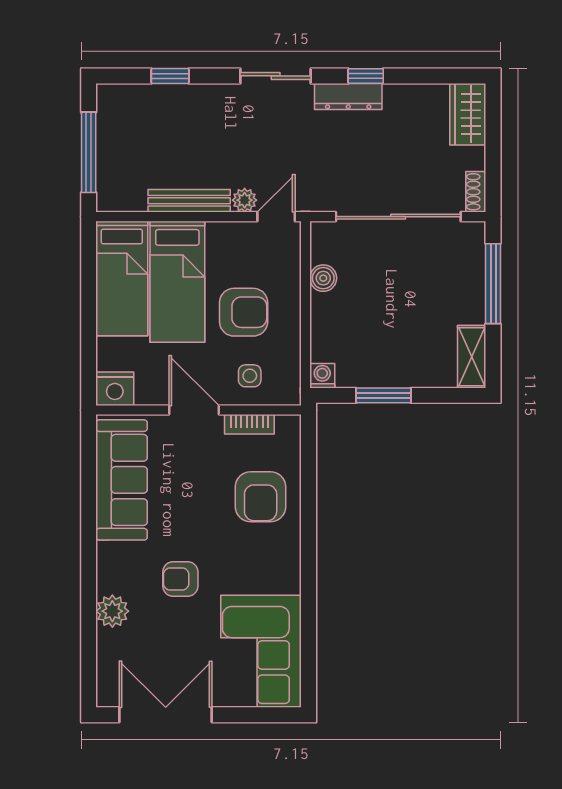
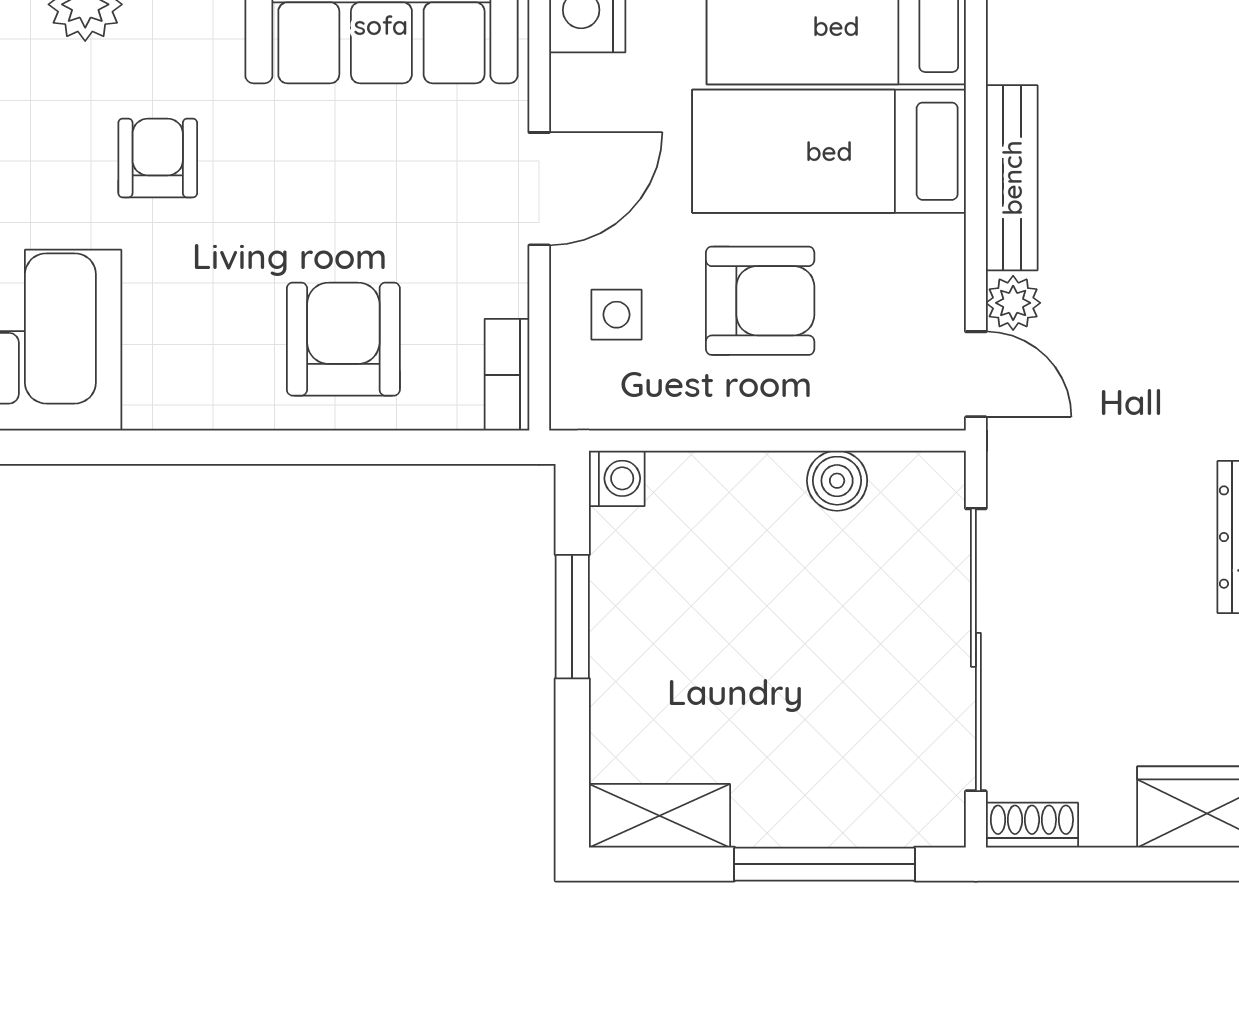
armchair: (244, 312) -> (760, 301), turned -90
bookcase: (249, 424) -> (507, 375), moved
armchair: (261, 497) -> (343, 339), turned 90

